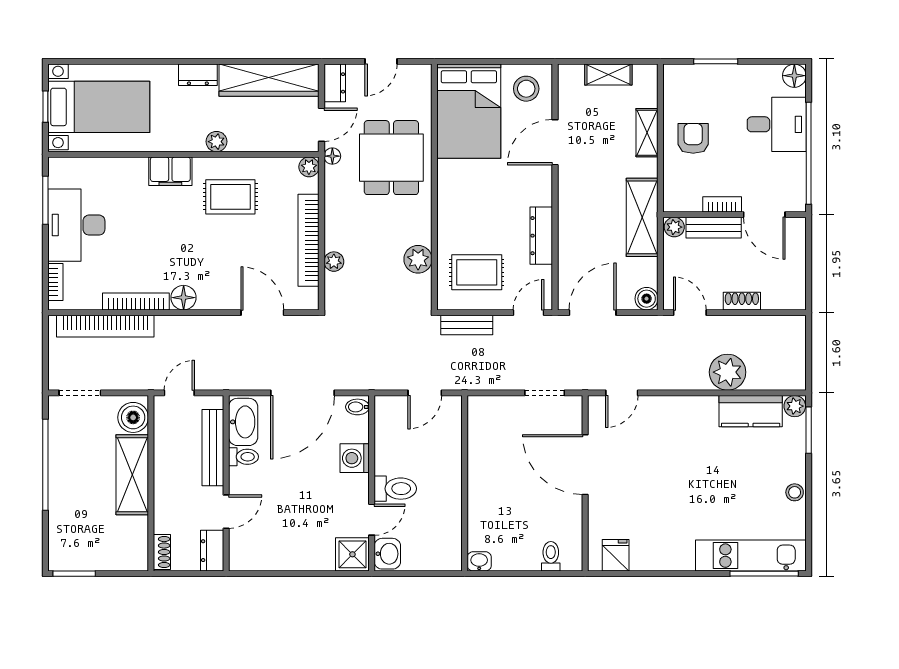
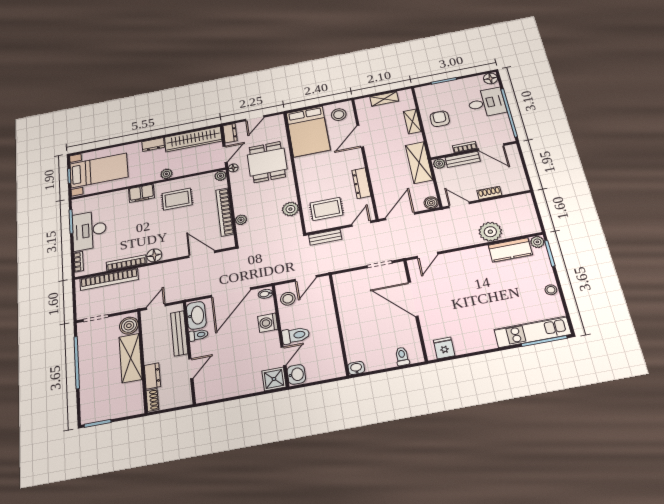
stool: (392, 423) -> (288, 299), added
dresser: (212, 551) -> (152, 376), moved, turned 180

